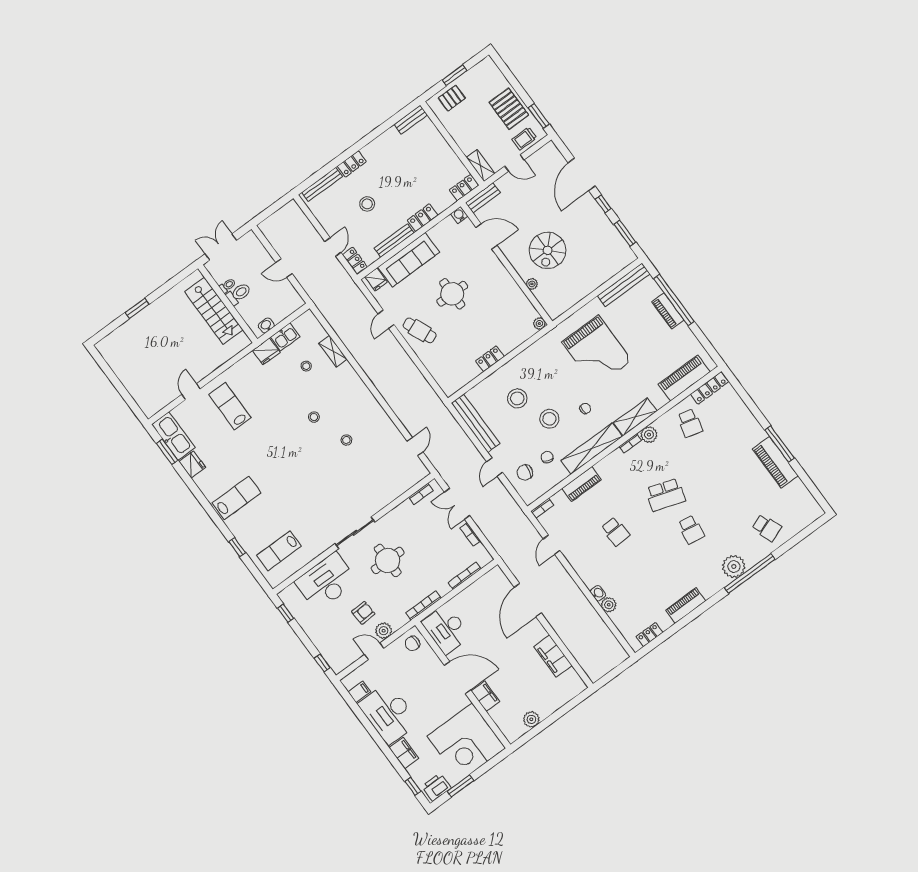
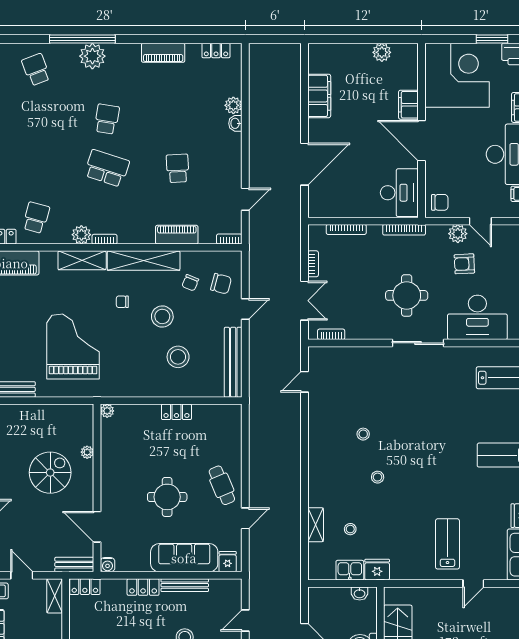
locker: (355, 261) -> (234, 593), removed
lab bench: (230, 406) -> (447, 544), turned 180

